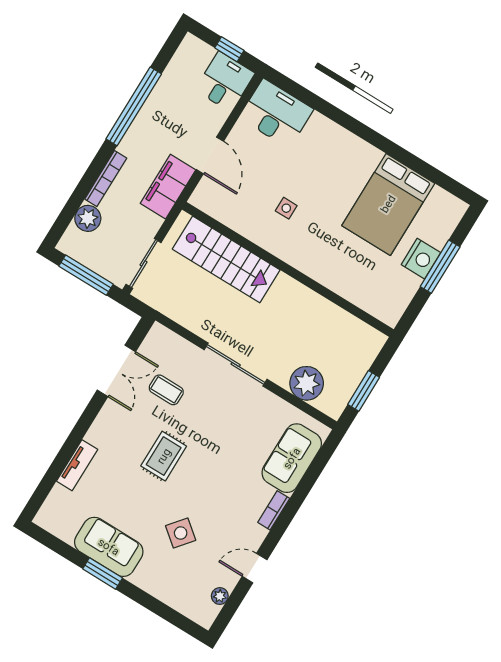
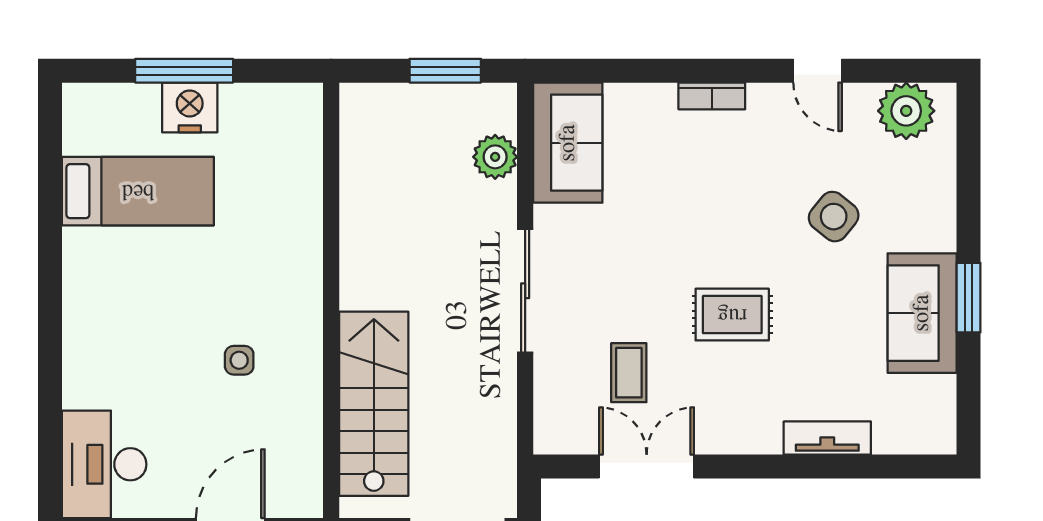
bed: (388, 204) -> (138, 191), width x0.67
plant: (307, 383) -> (495, 157), width x0.73, depth x0.73
sofa: (292, 458) -> (568, 143), moved, turned -90
plant: (220, 596) -> (906, 111), width x1.88, depth x1.88

